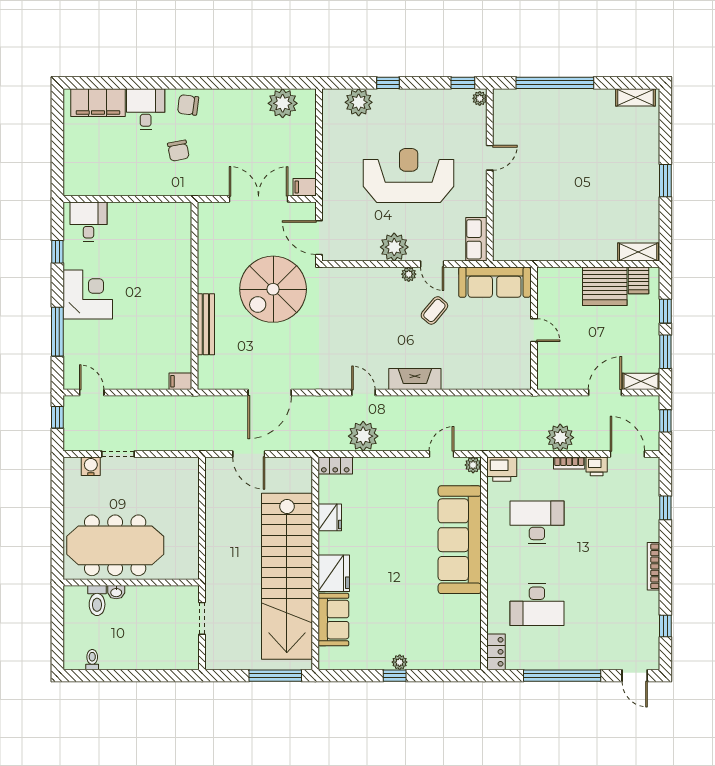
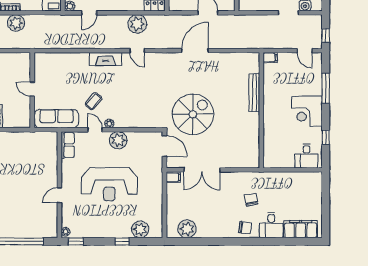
wall: (194, 296) -> (261, 110), moved
bench: (206, 324) -> (254, 93), moved
filing cabinet: (180, 381) -> (270, 58), moved

